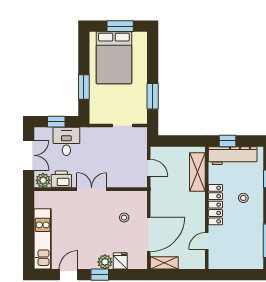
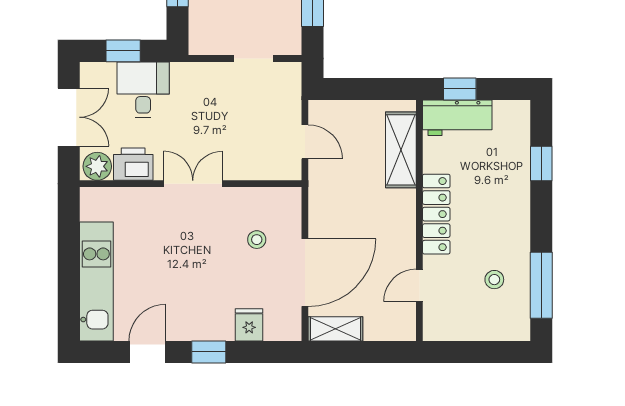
workbench: (233, 156) -> (457, 118), width x0.73
stool: (243, 198) -> (494, 280), moved
plant: (105, 262) -> (219, 327), removed

